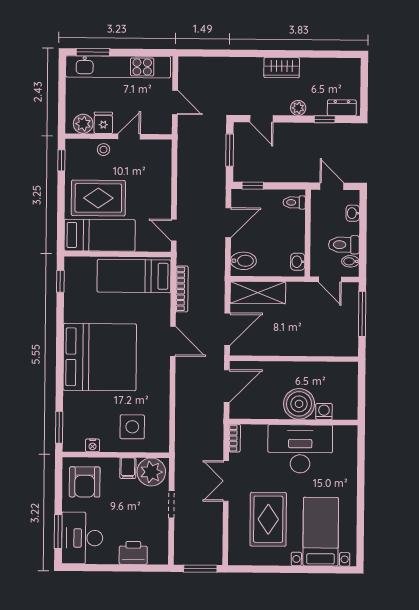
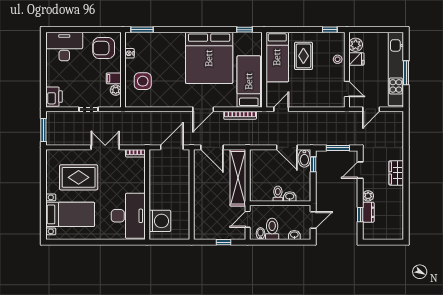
window: (93, 52) -> (406, 73), moved
wardrobe: (282, 68) -> (396, 173), moved
dresser: (342, 108) -> (368, 212), moved
door: (129, 137) -> (347, 89), moved
rug: (98, 198) -> (303, 56), width x0.73, depth x0.70
toilet: (294, 202) -> (278, 194), moved
bidet: (243, 261) -> (304, 158), moved
washbasin: (298, 262) -> (290, 197), moved
shelving: (258, 293) -> (238, 178), width x1.47
window: (362, 314) -> (224, 242), width x0.46
bed: (100, 357) -> (209, 58), moved
door: (227, 386) -> (172, 147), swing flipped
boiler: (299, 404) -> (160, 198), removed
washing machine: (324, 411) -> (160, 221), width x1.89, depth x1.89
desk: (300, 449) -> (128, 216), moved
plant: (151, 472) -> (116, 90), width x0.53, depth x0.53
window: (58, 532) -> (69, 30), removed
printer: (133, 553) -> (54, 97), moved

